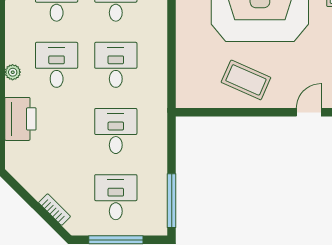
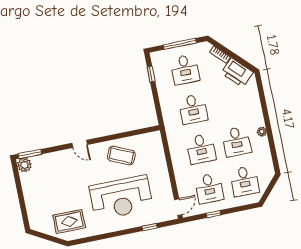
door: (309, 112) -> (80, 144), hinge flipped
printer: (20, 119) -> (237, 73), moved, turned -45
window: (172, 201) -> (151, 74), width x0.46

